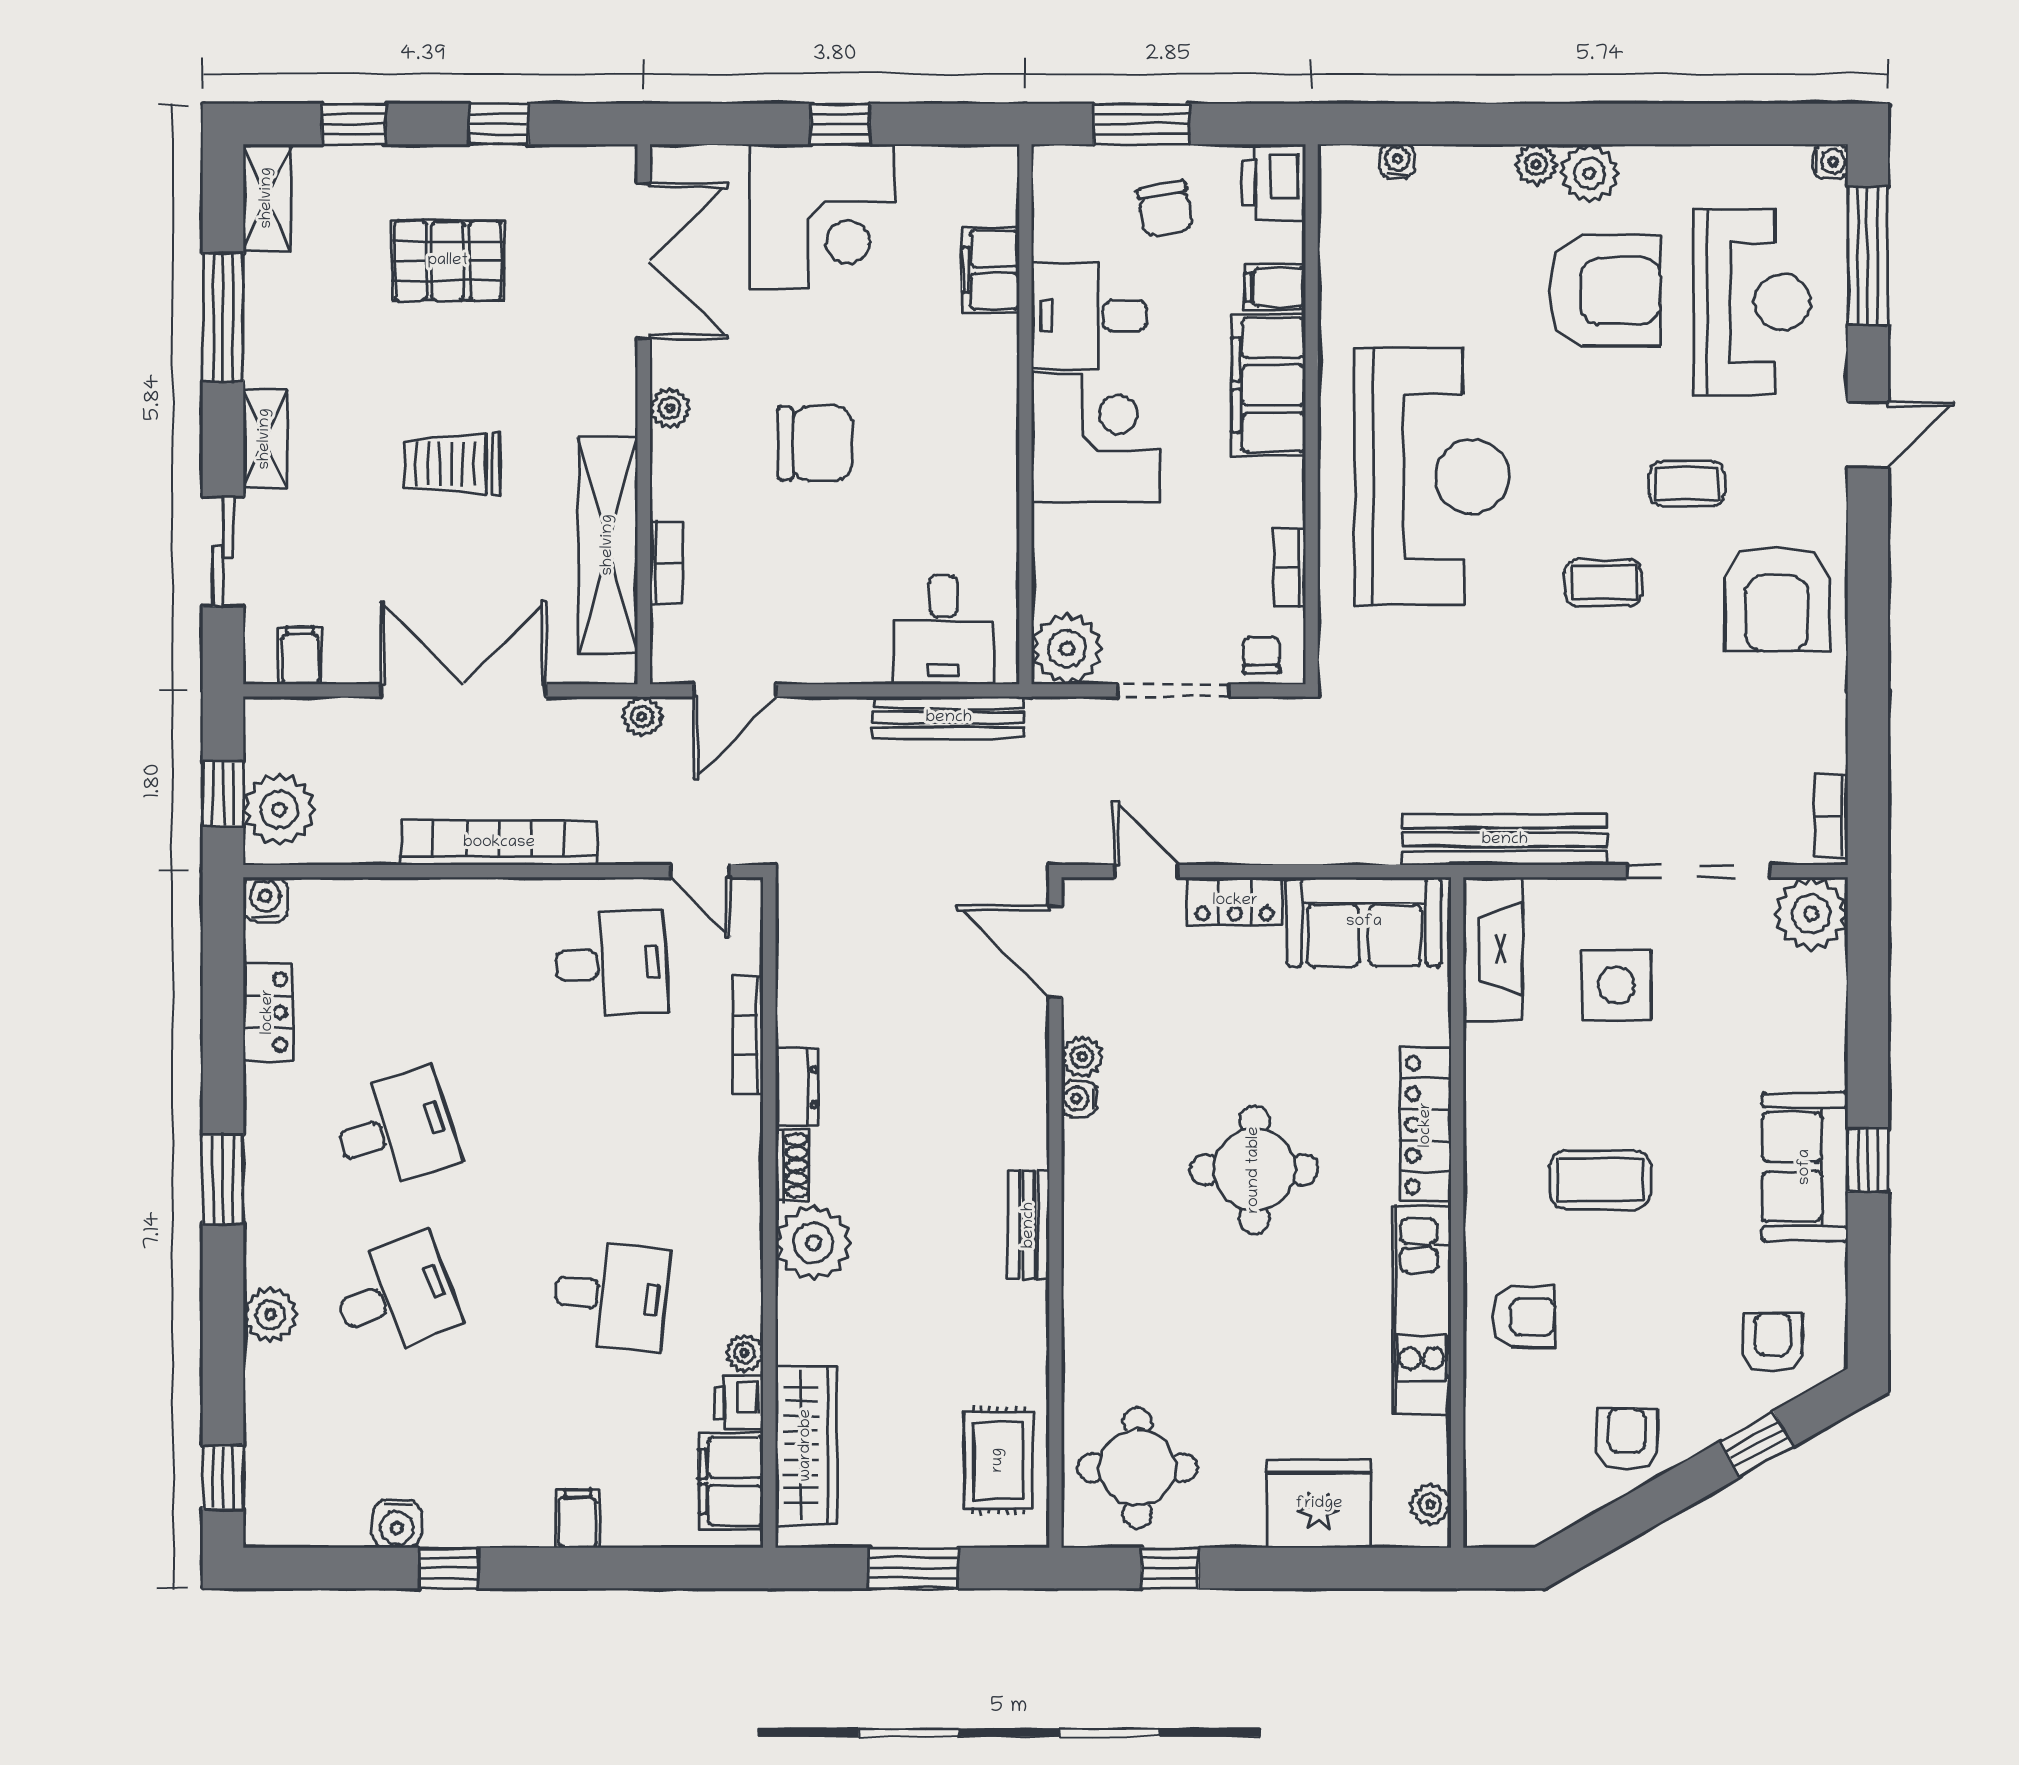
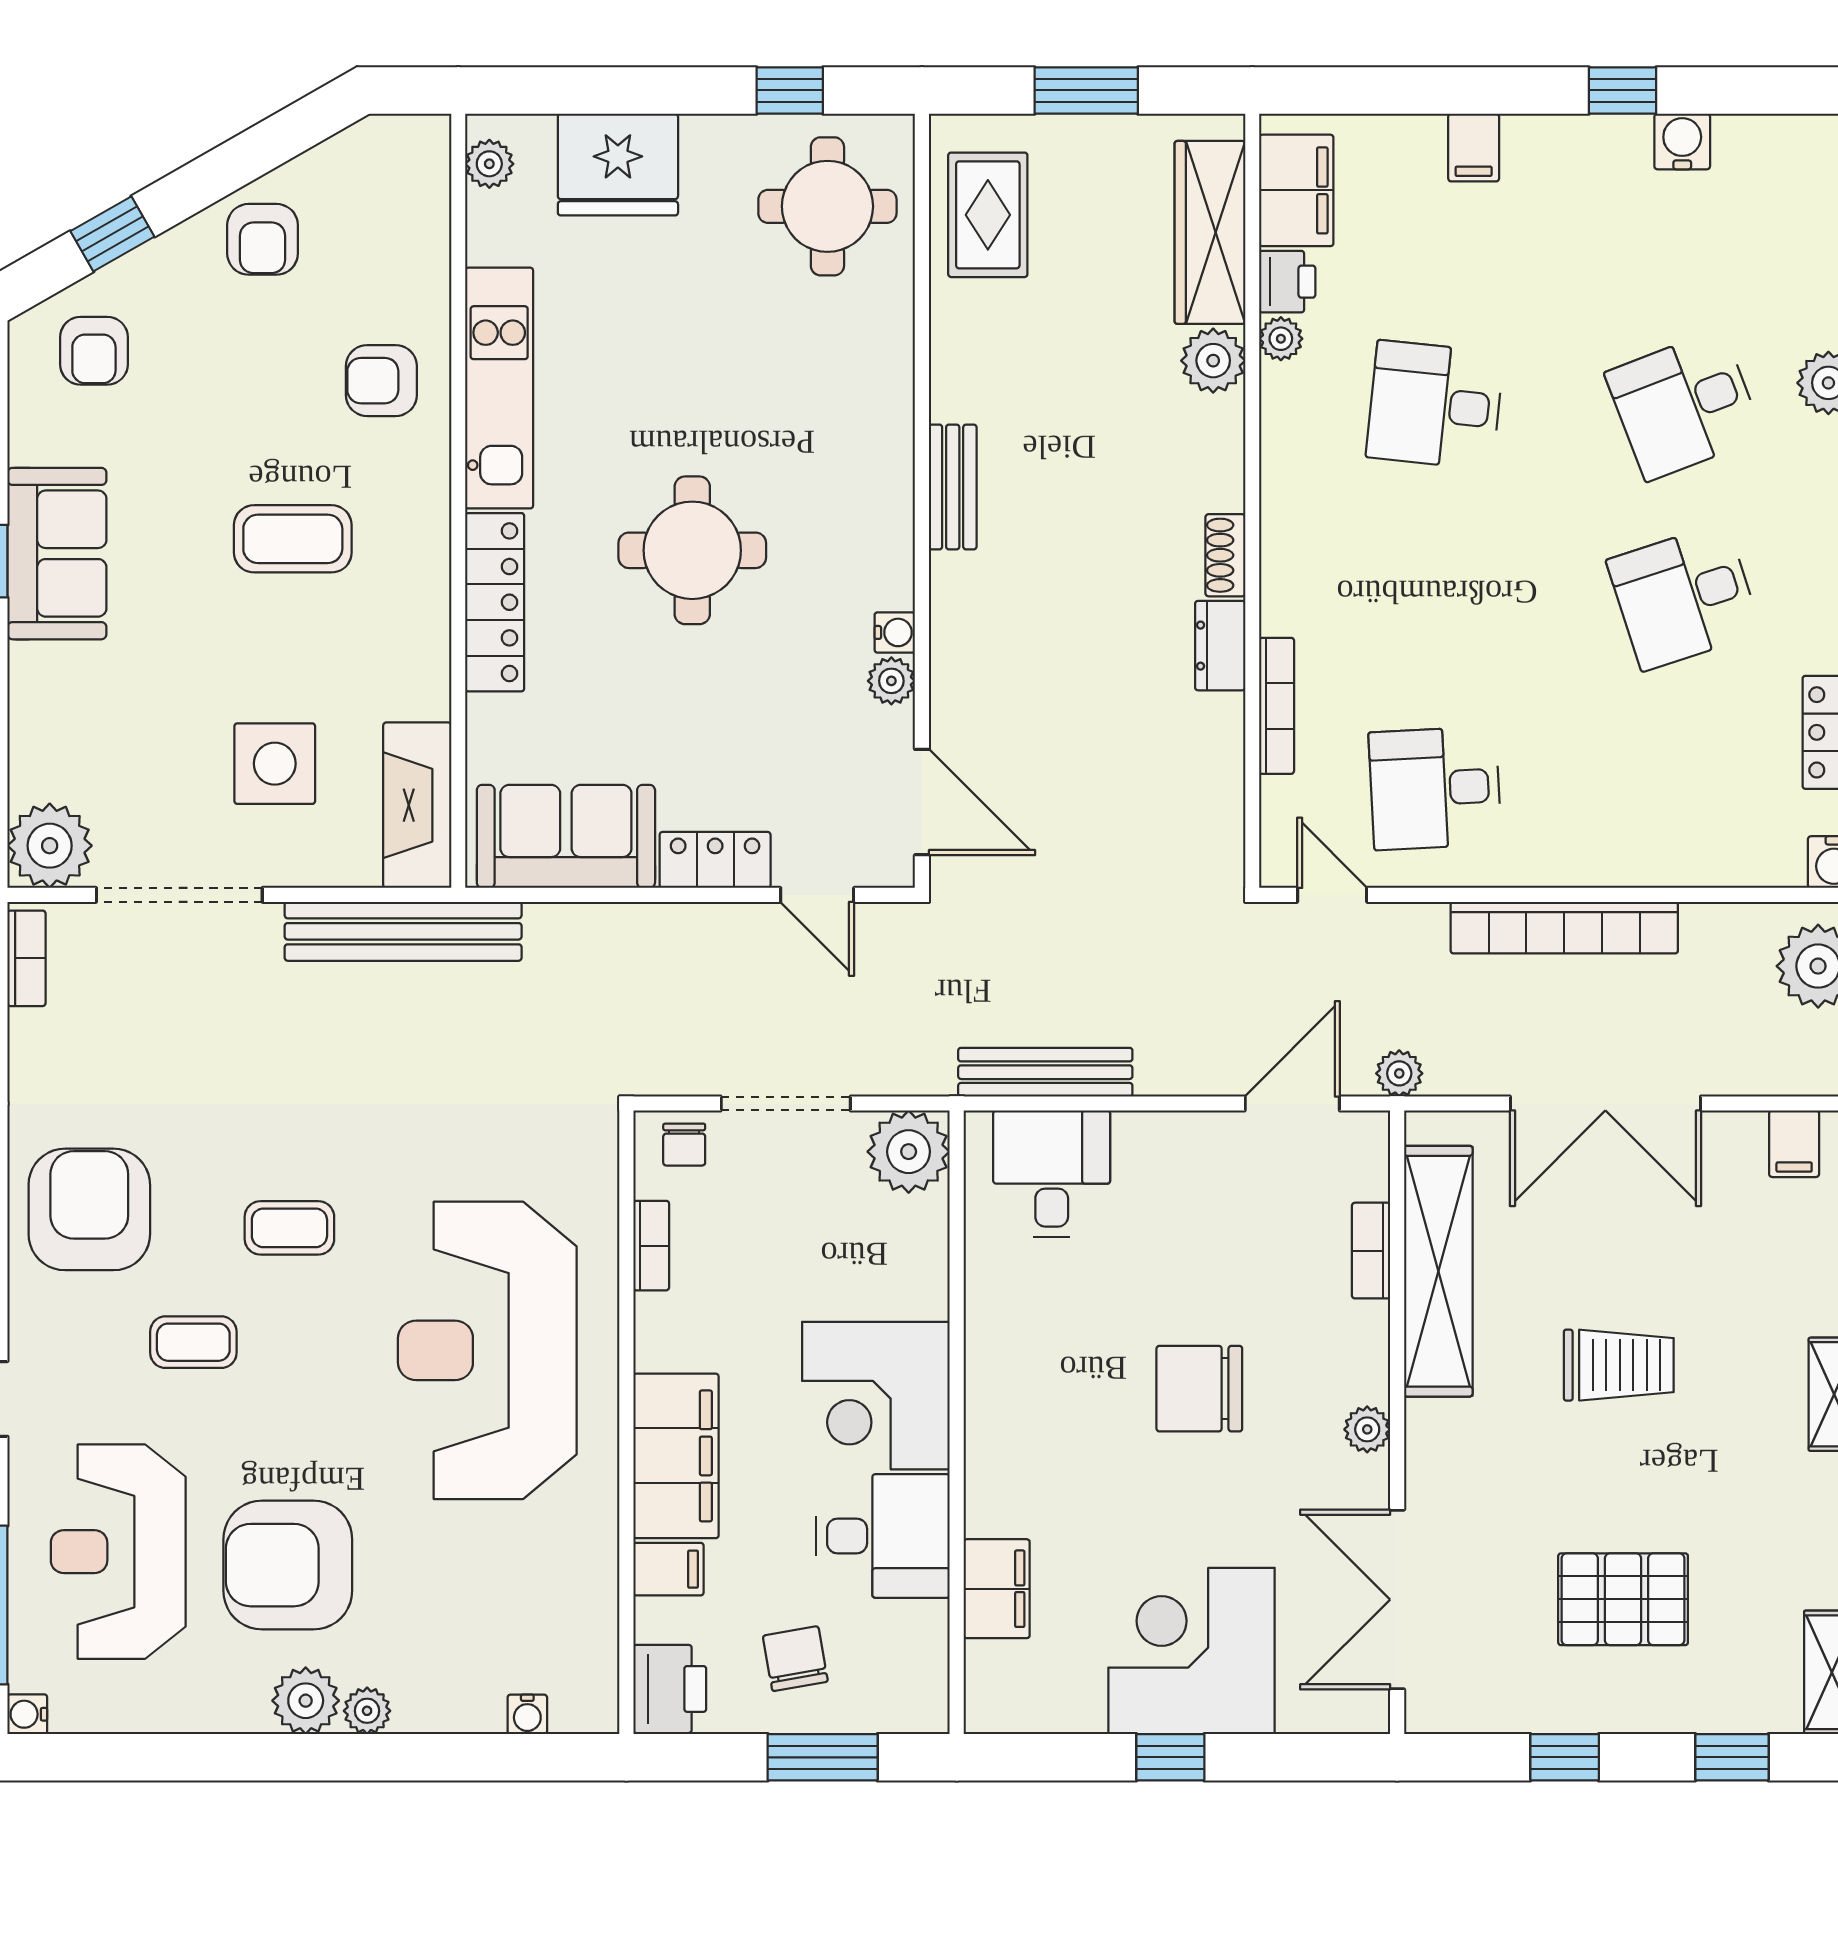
plant: (813, 1243) -> (1213, 361), moved, width x0.73, depth x0.73

